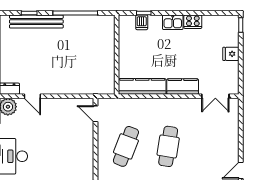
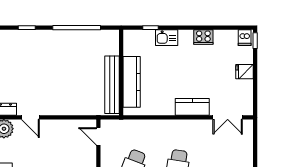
bench: (36, 22) -> (112, 85), moved, turned 90
dishwasher: (142, 22) -> (245, 38), moved
kitchen sink: (173, 22) -> (167, 38), moved
kitchen counter: (142, 86) -> (132, 82), moved, turned 90

